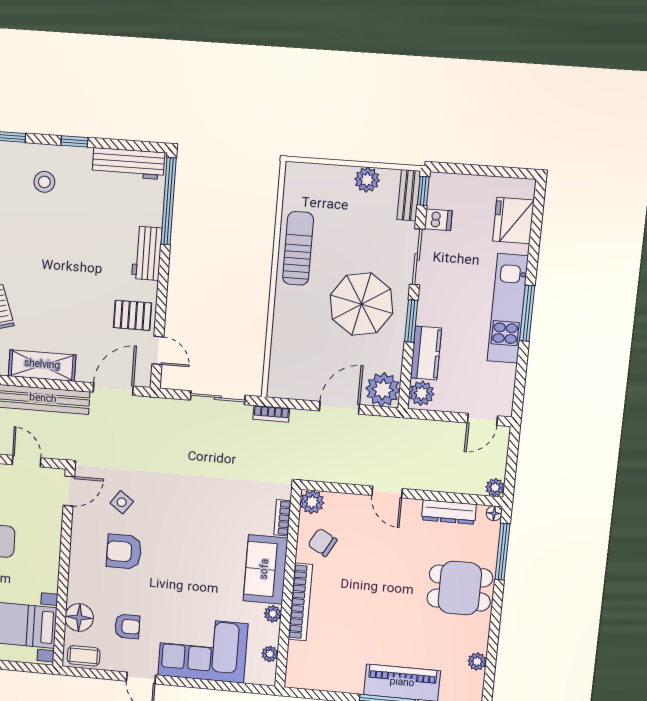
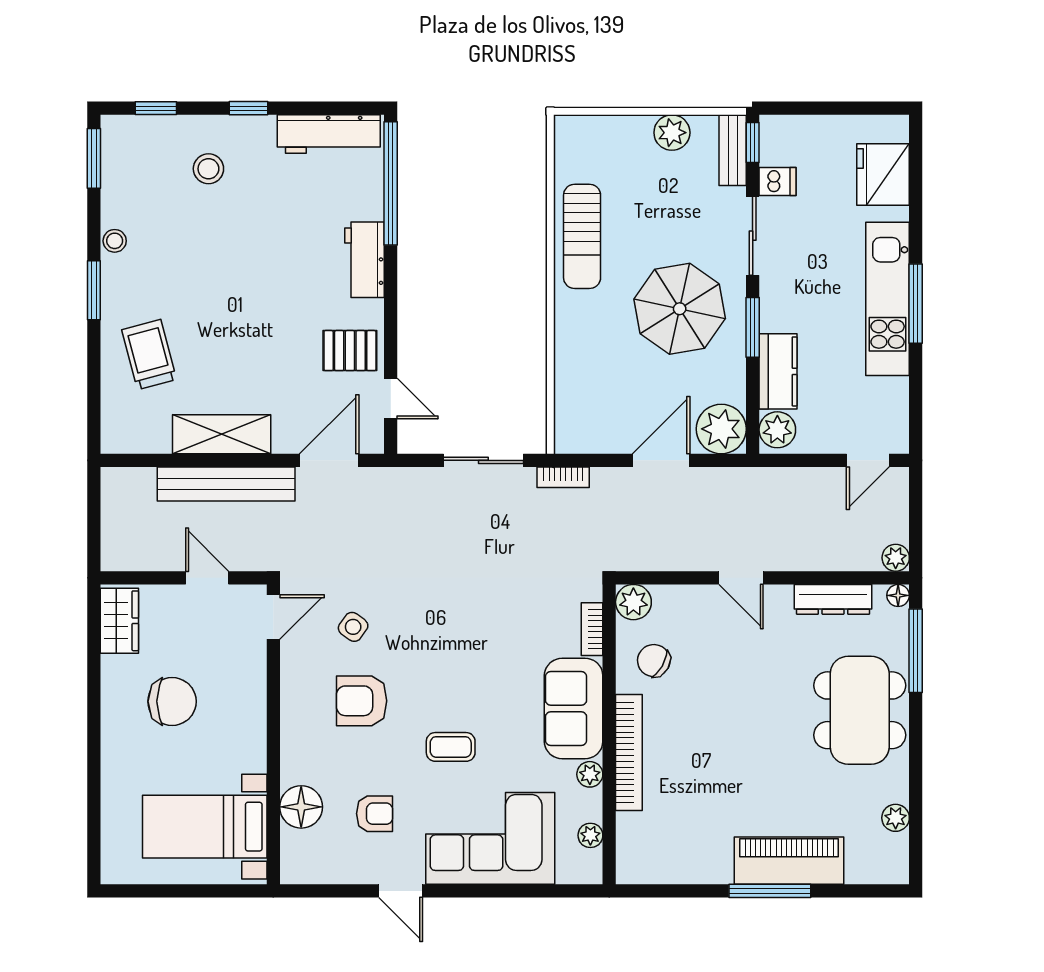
sun lounger: (298, 248) -> (582, 236), turned 180
dining table: (460, 588) -> (860, 710), width x1.38
coffee table: (84, 656) -> (451, 747), moved

